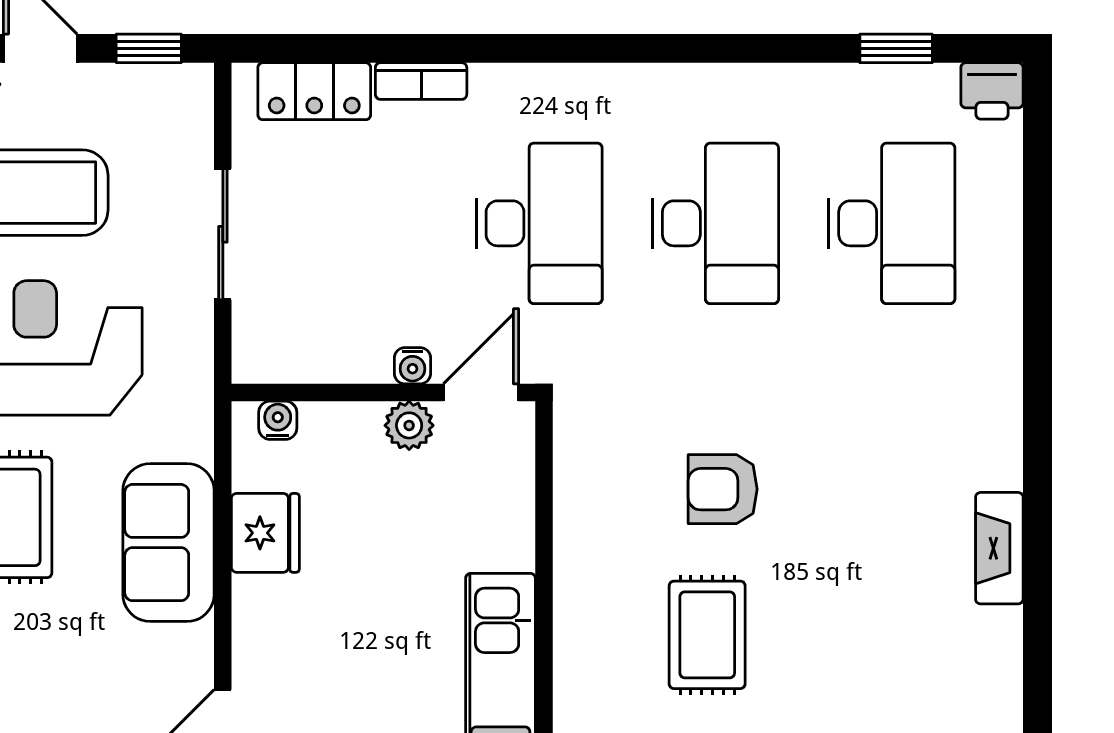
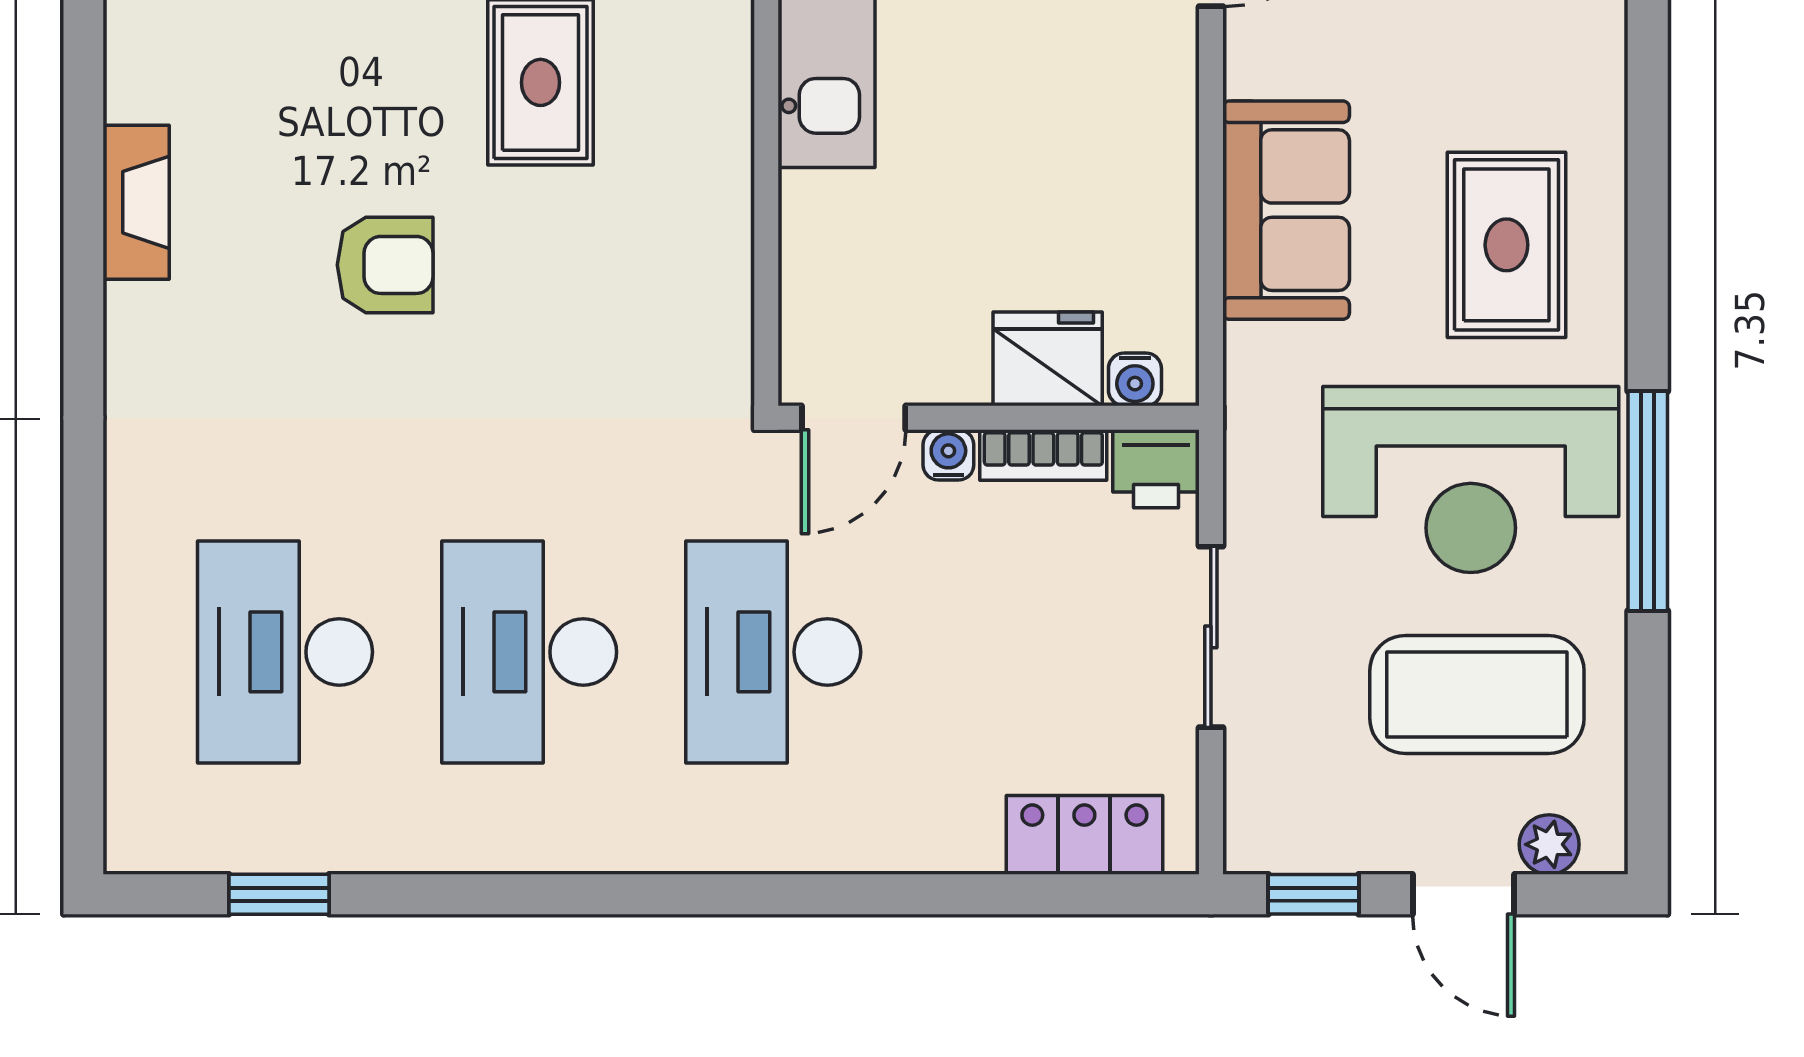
bookcase: (421, 81) -> (1043, 455), moved, turned 180
printer: (992, 91) -> (1156, 469), moved, turned 180
plant: (409, 425) -> (953, 372), removed
armchair: (723, 489) -> (385, 265), moved
fridge: (265, 533) -> (1048, 359), moved, turned 90

